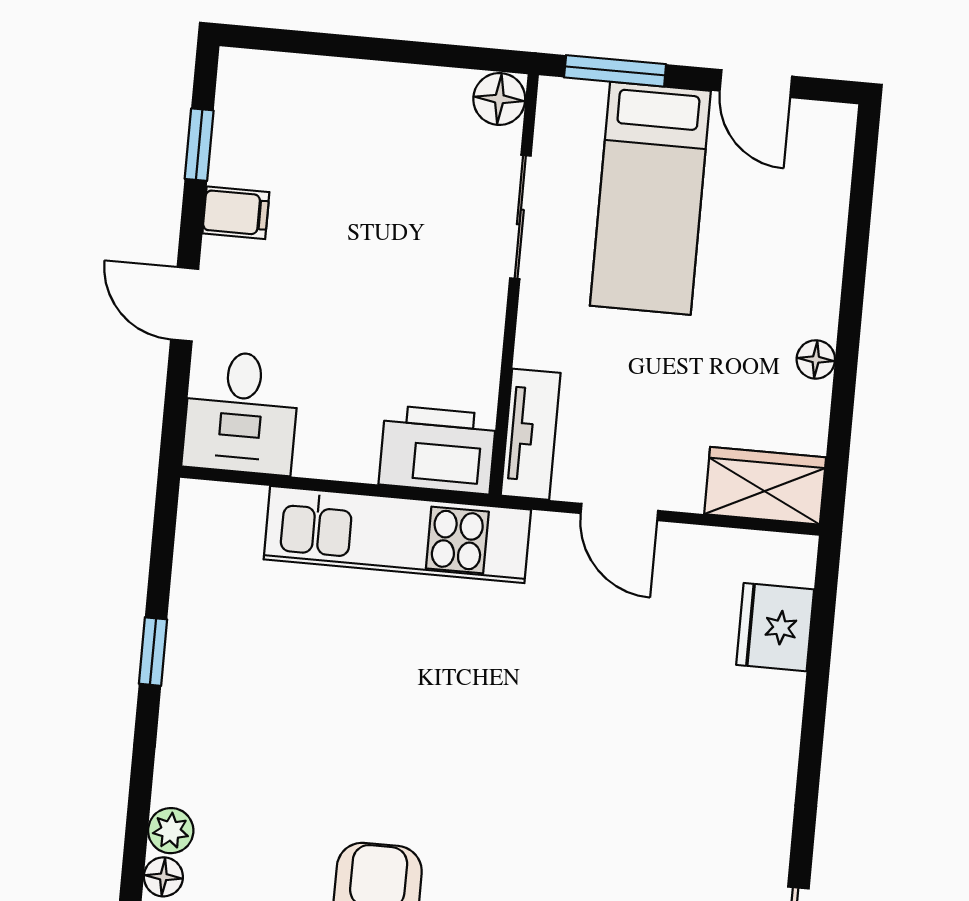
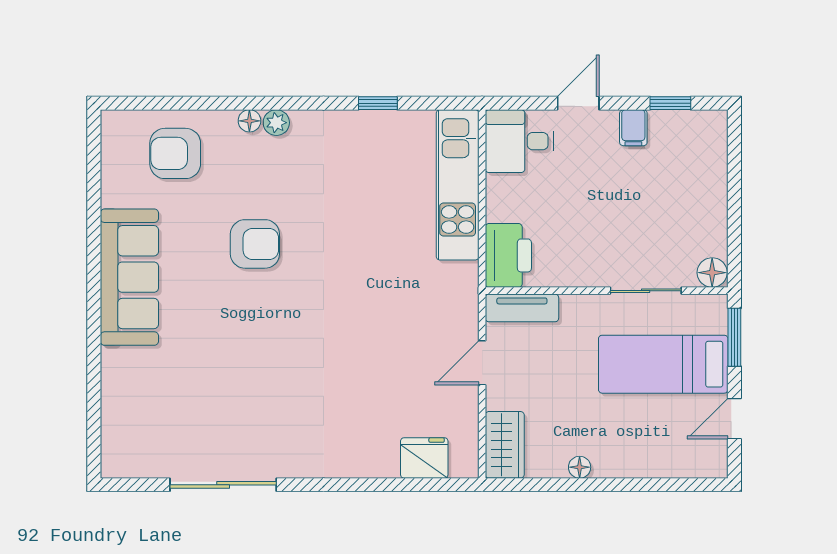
kitchen unit: (397, 535) -> (458, 185), moved

